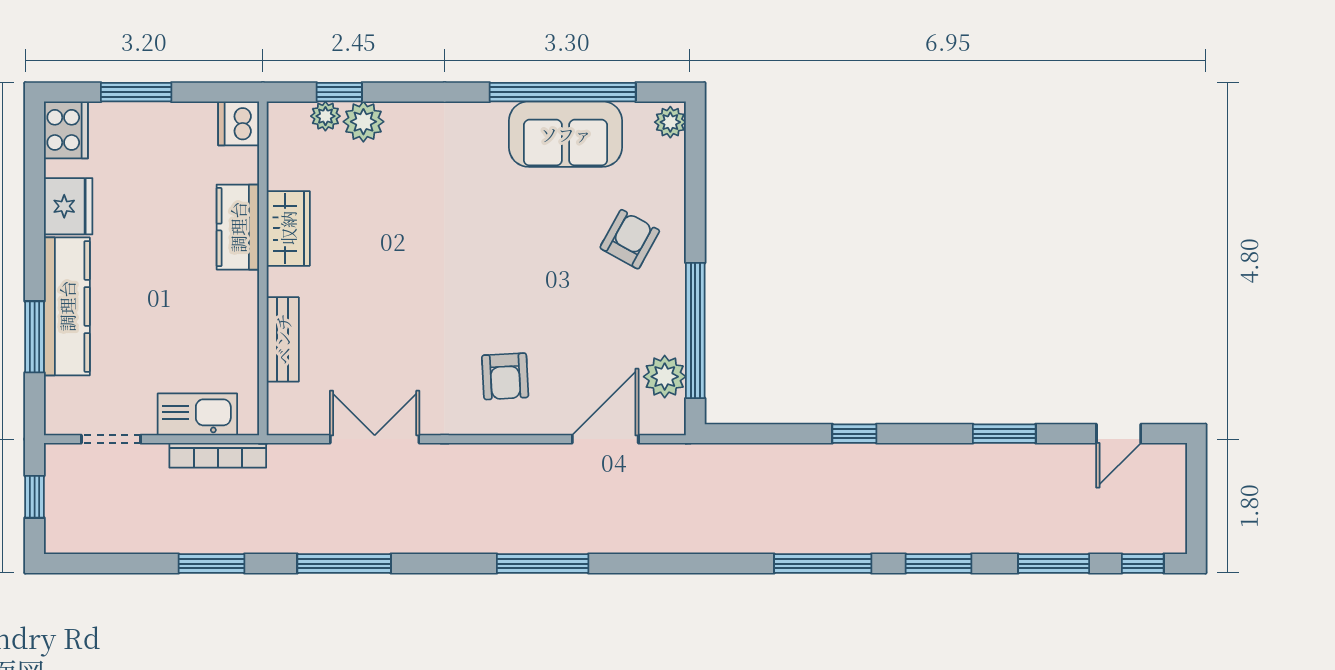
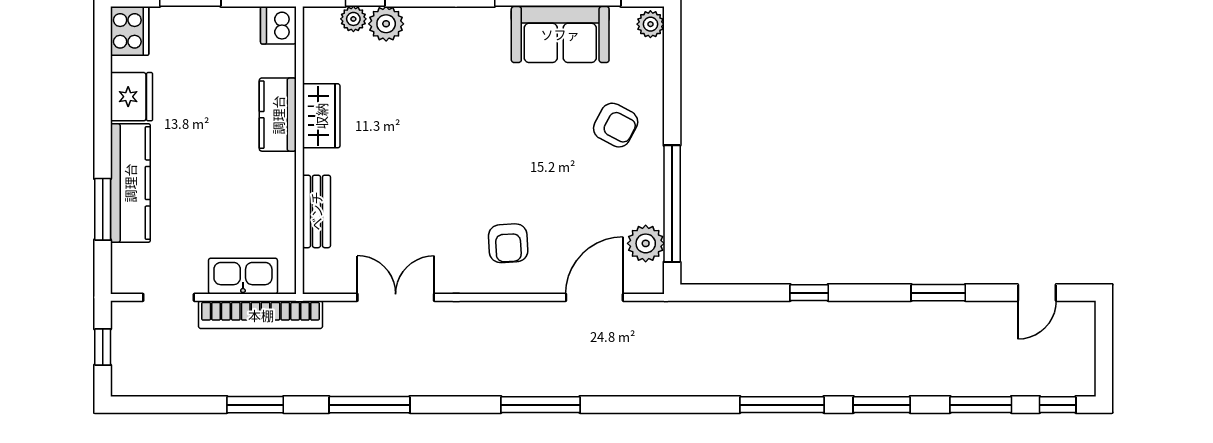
armchair: (630, 239) -> (616, 125), turned 89
bookcase: (218, 455) -> (261, 315), width x1.48, depth x1.31

